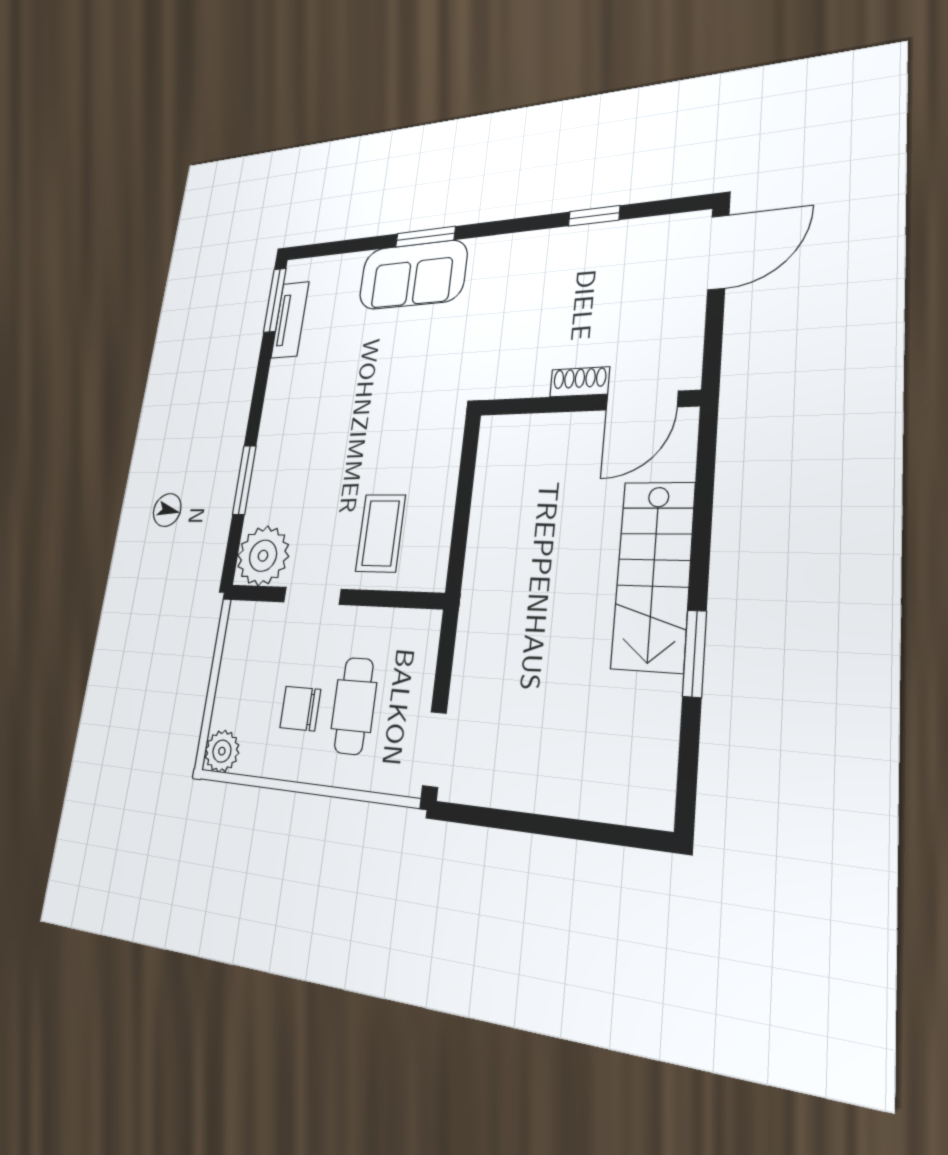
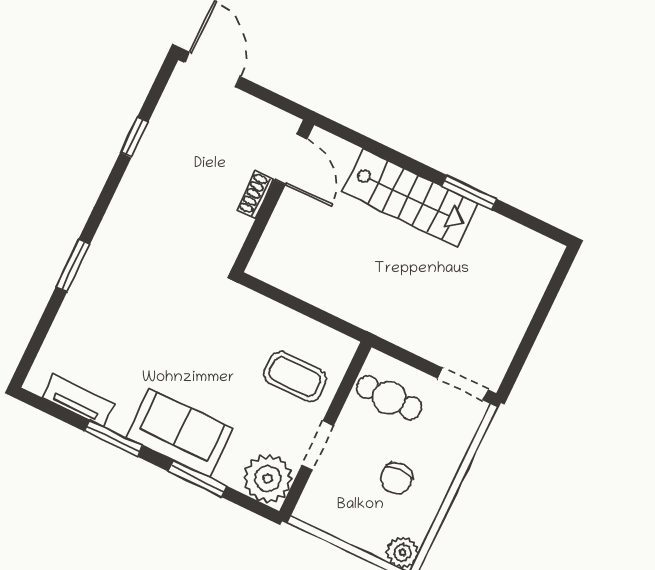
sofa: (413, 275) -> (179, 433), moved, turned -90
window: (275, 300) -> (113, 438), moved
cafe table: (354, 706) -> (389, 398), moved

